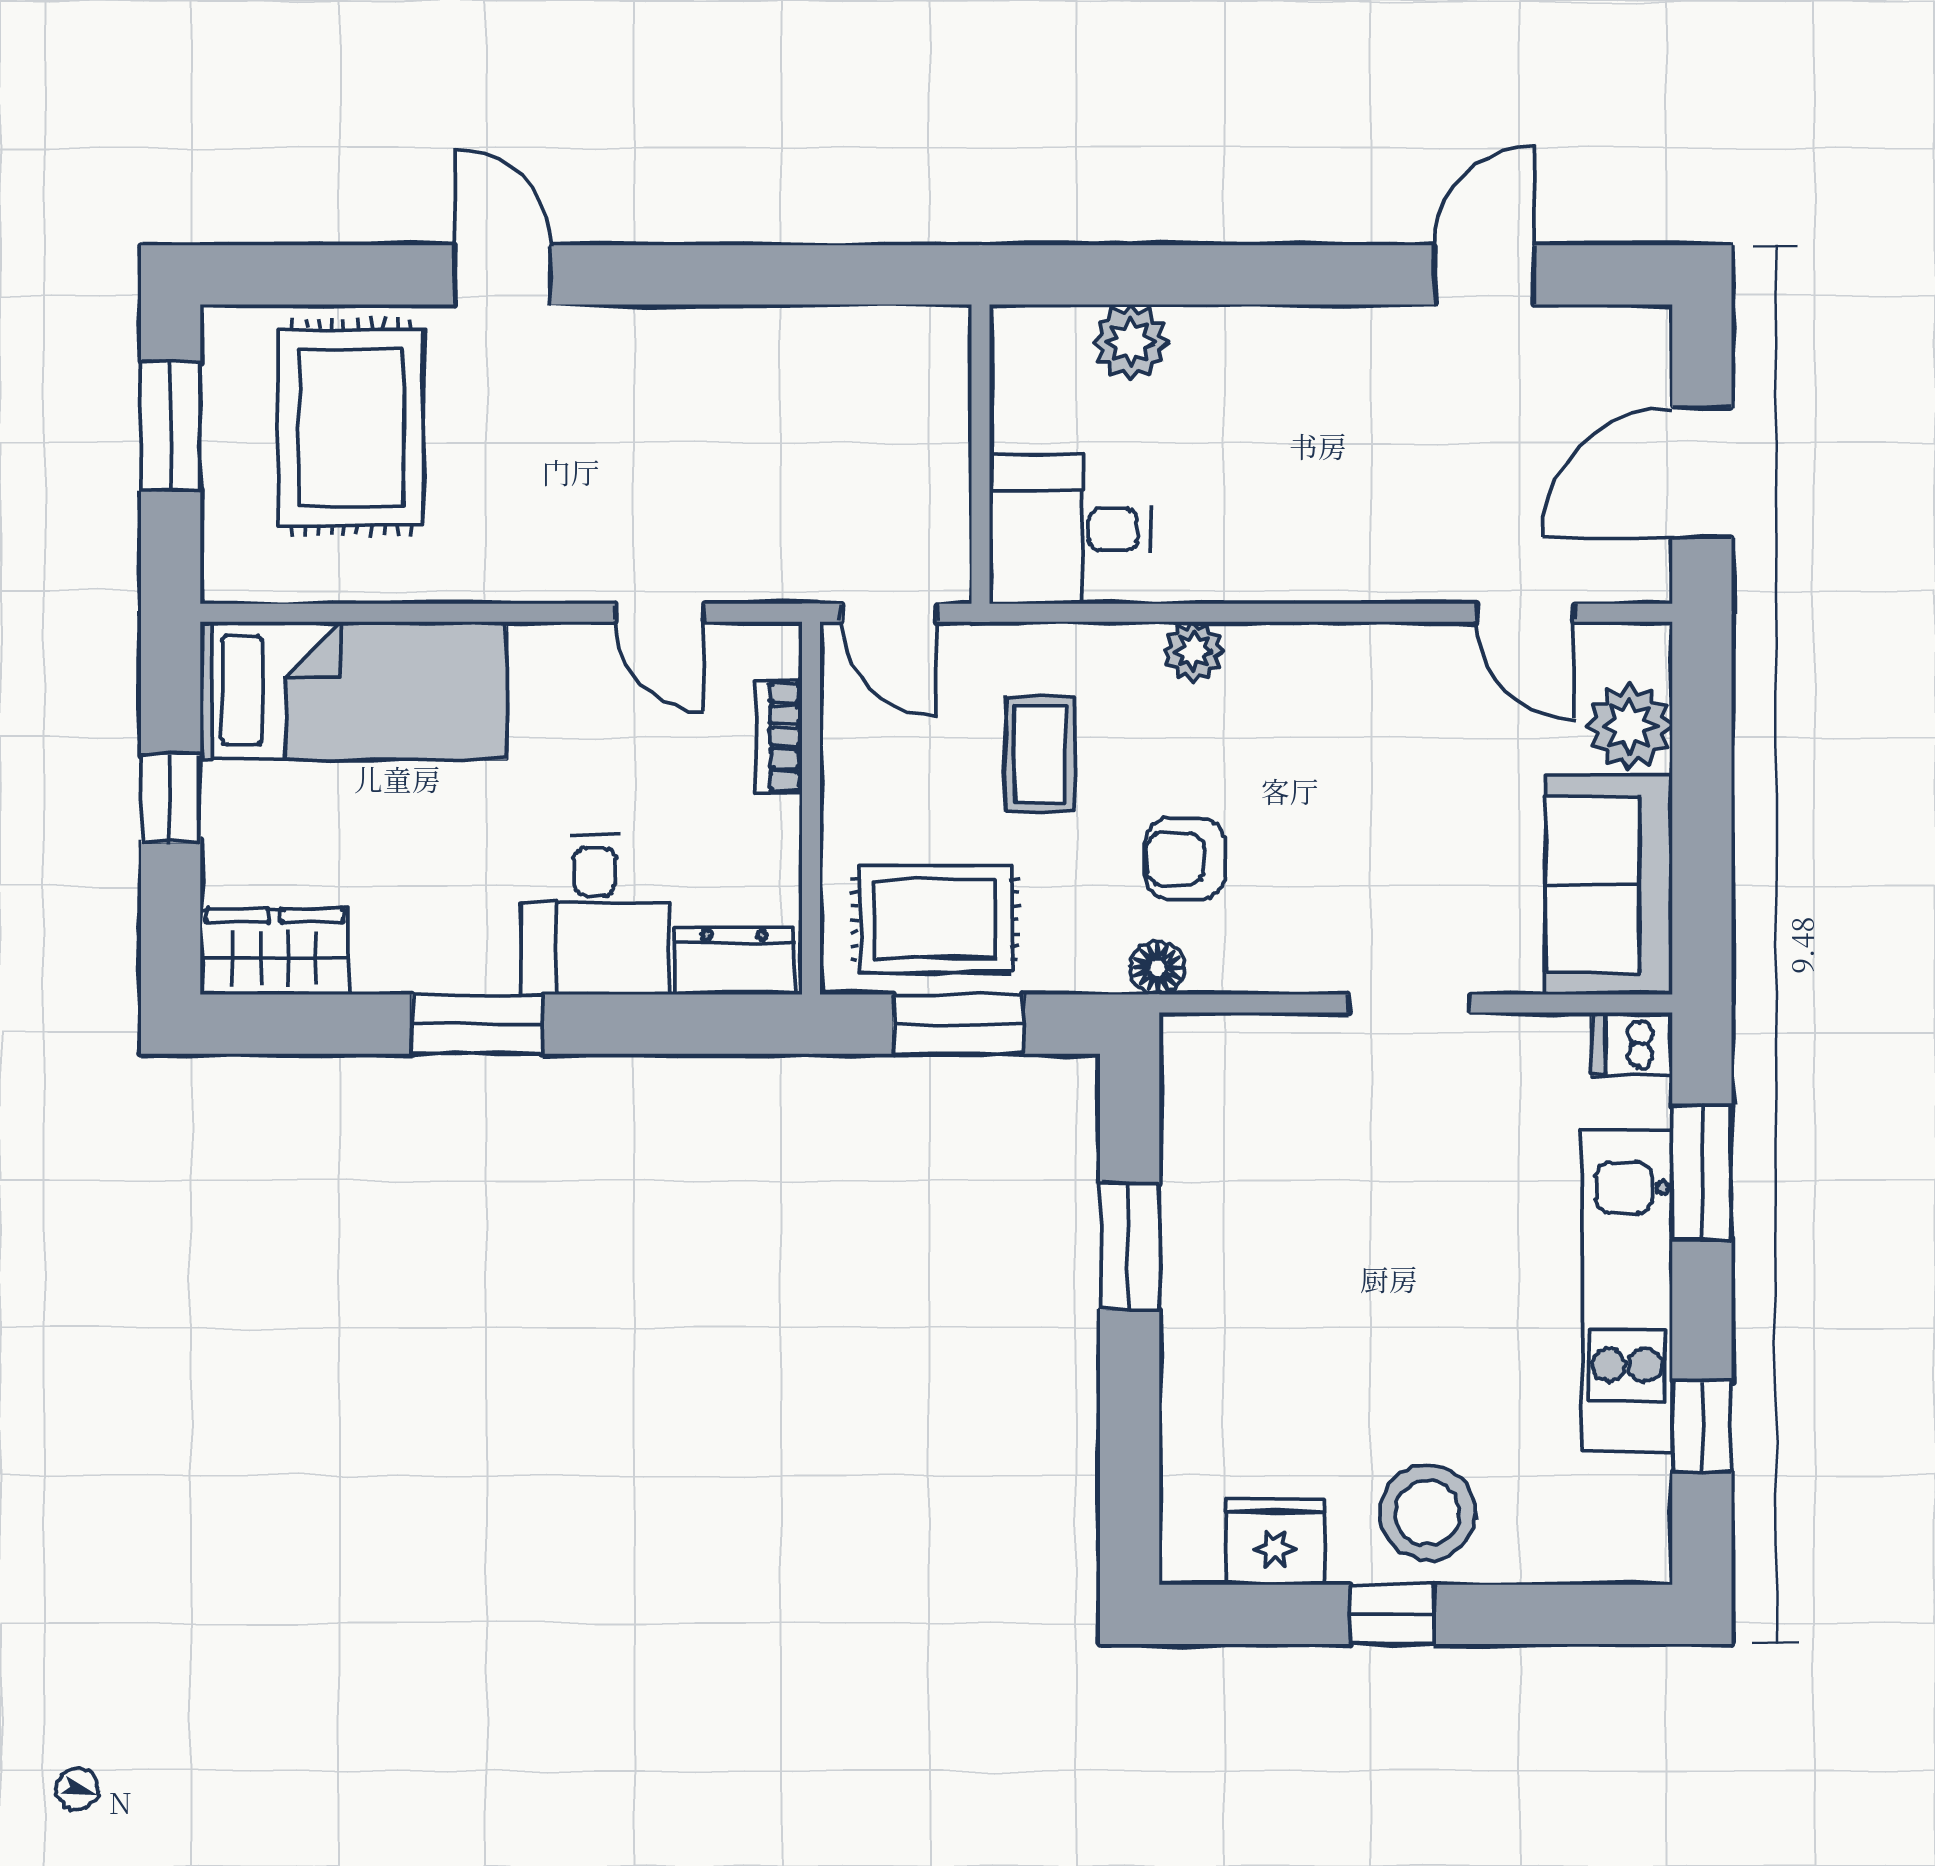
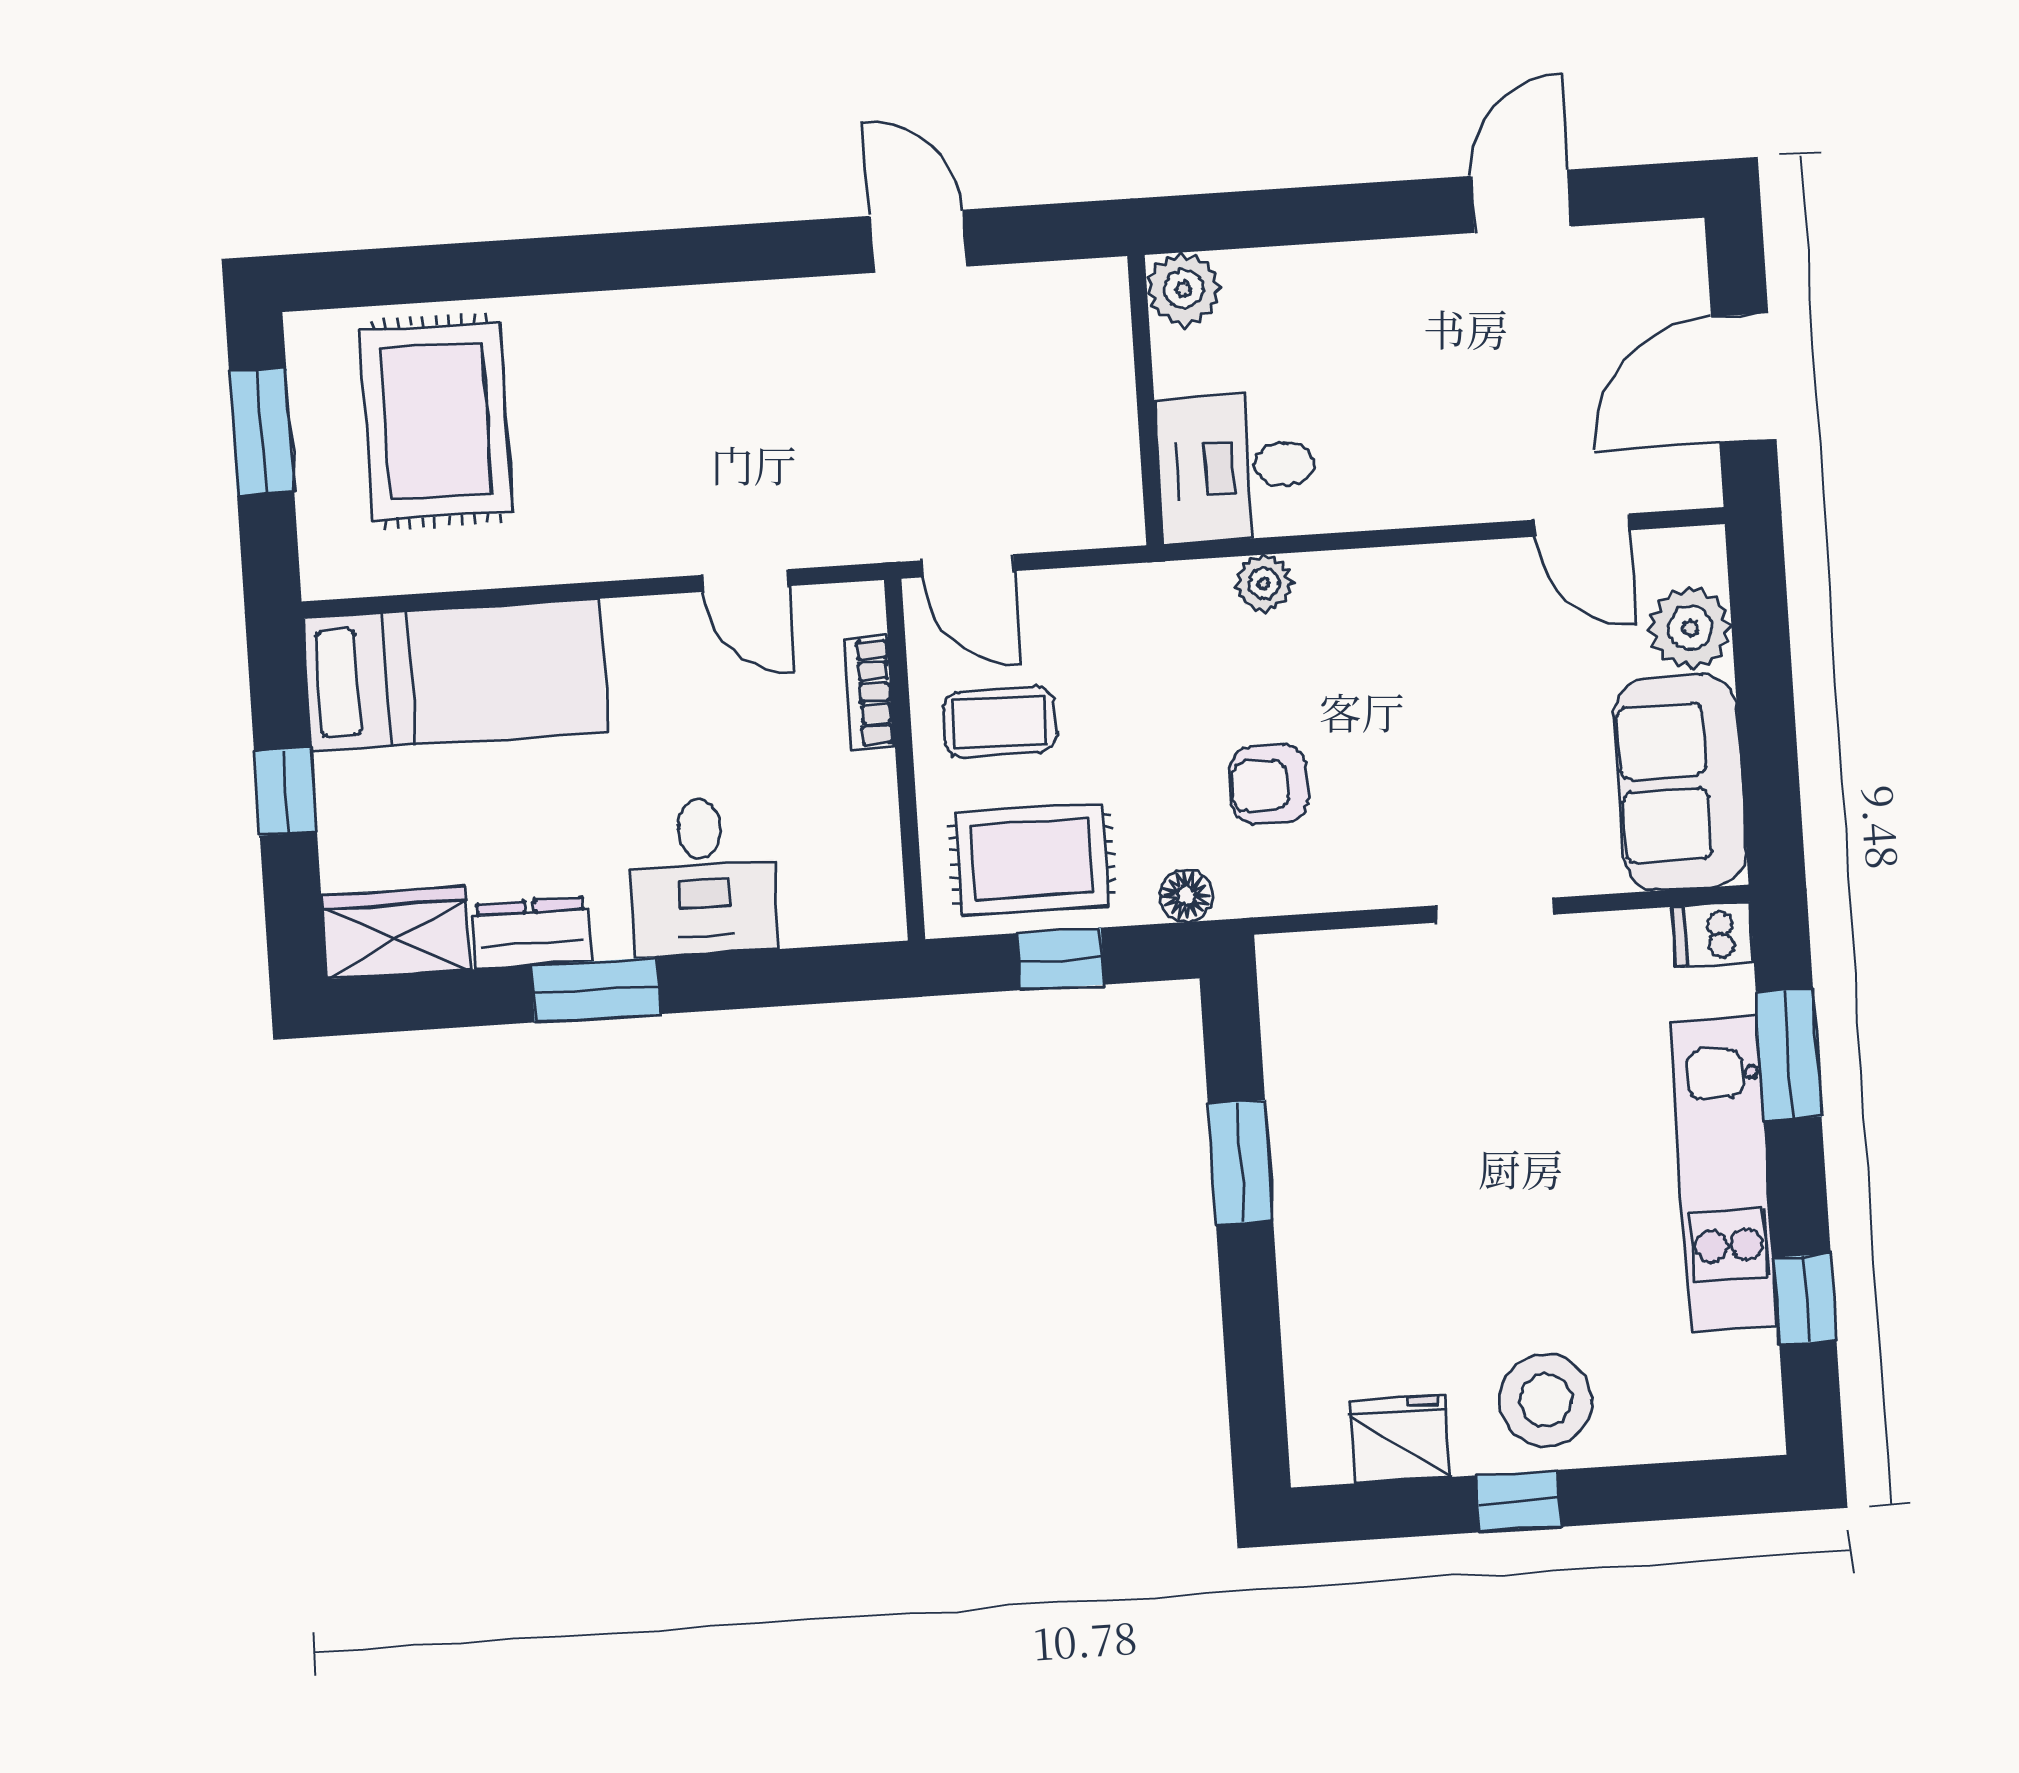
door: (503, 275) -> (918, 241), moved
wall: (981, 454) -> (1146, 400), moved
desk: (1070, 529) -> (1236, 467), moved
coffee table: (1040, 754) -> (1000, 722), moved, turned 90
dresser: (734, 961) -> (531, 933), moved
floor lamp: (1158, 968) -> (1186, 896), moved
window: (958, 1024) -> (1061, 959), width x0.67

